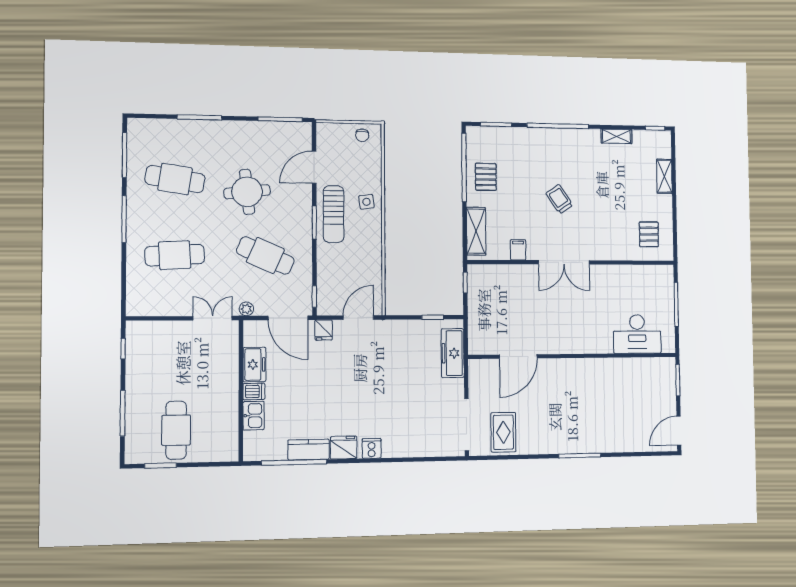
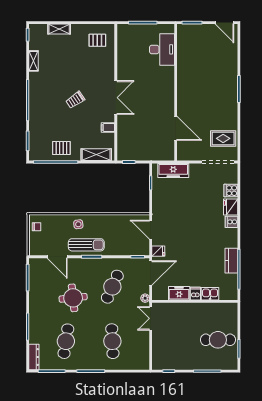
dresser: (149, 126) -> (34, 357), added
cooker: (422, 446) -> (231, 191), added
fridge: (344, 448) -> (231, 207), moved

